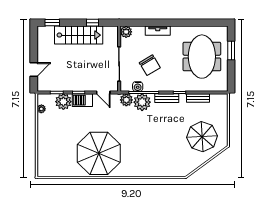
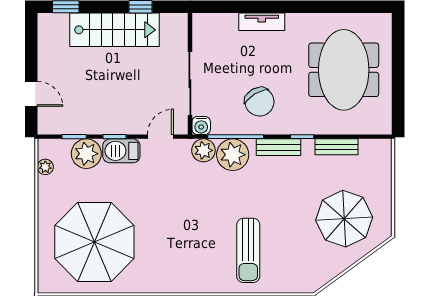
plant: (126, 32) -> (203, 24), removed
window: (231, 51) -> (398, 59), removed
chair: (150, 65) -> (260, 102), moved
door: (34, 69) -> (31, 94), hinge flipped
water cooler: (138, 86) -> (201, 125), moved
door: (103, 93) -> (160, 137), swing flipped
parasol: (99, 153) -> (94, 242), moved
sun lounger: (151, 154) -> (248, 250), added

